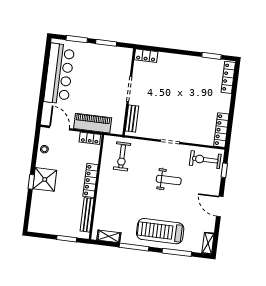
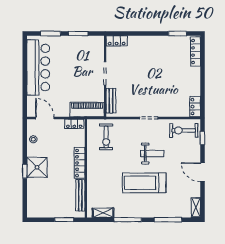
piano: (93, 123) -> (87, 110), moved
locker: (221, 130) -> (195, 107), width x0.66
treadmill: (160, 231) -> (144, 183), moved

